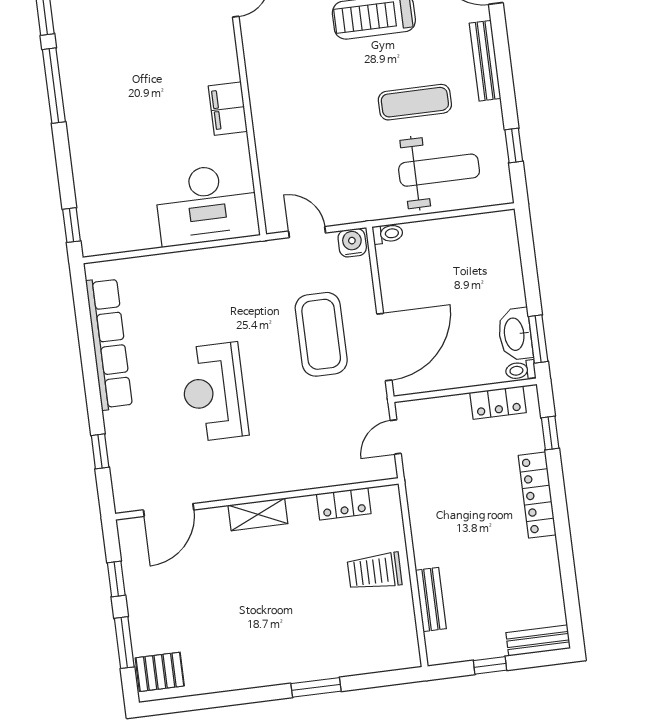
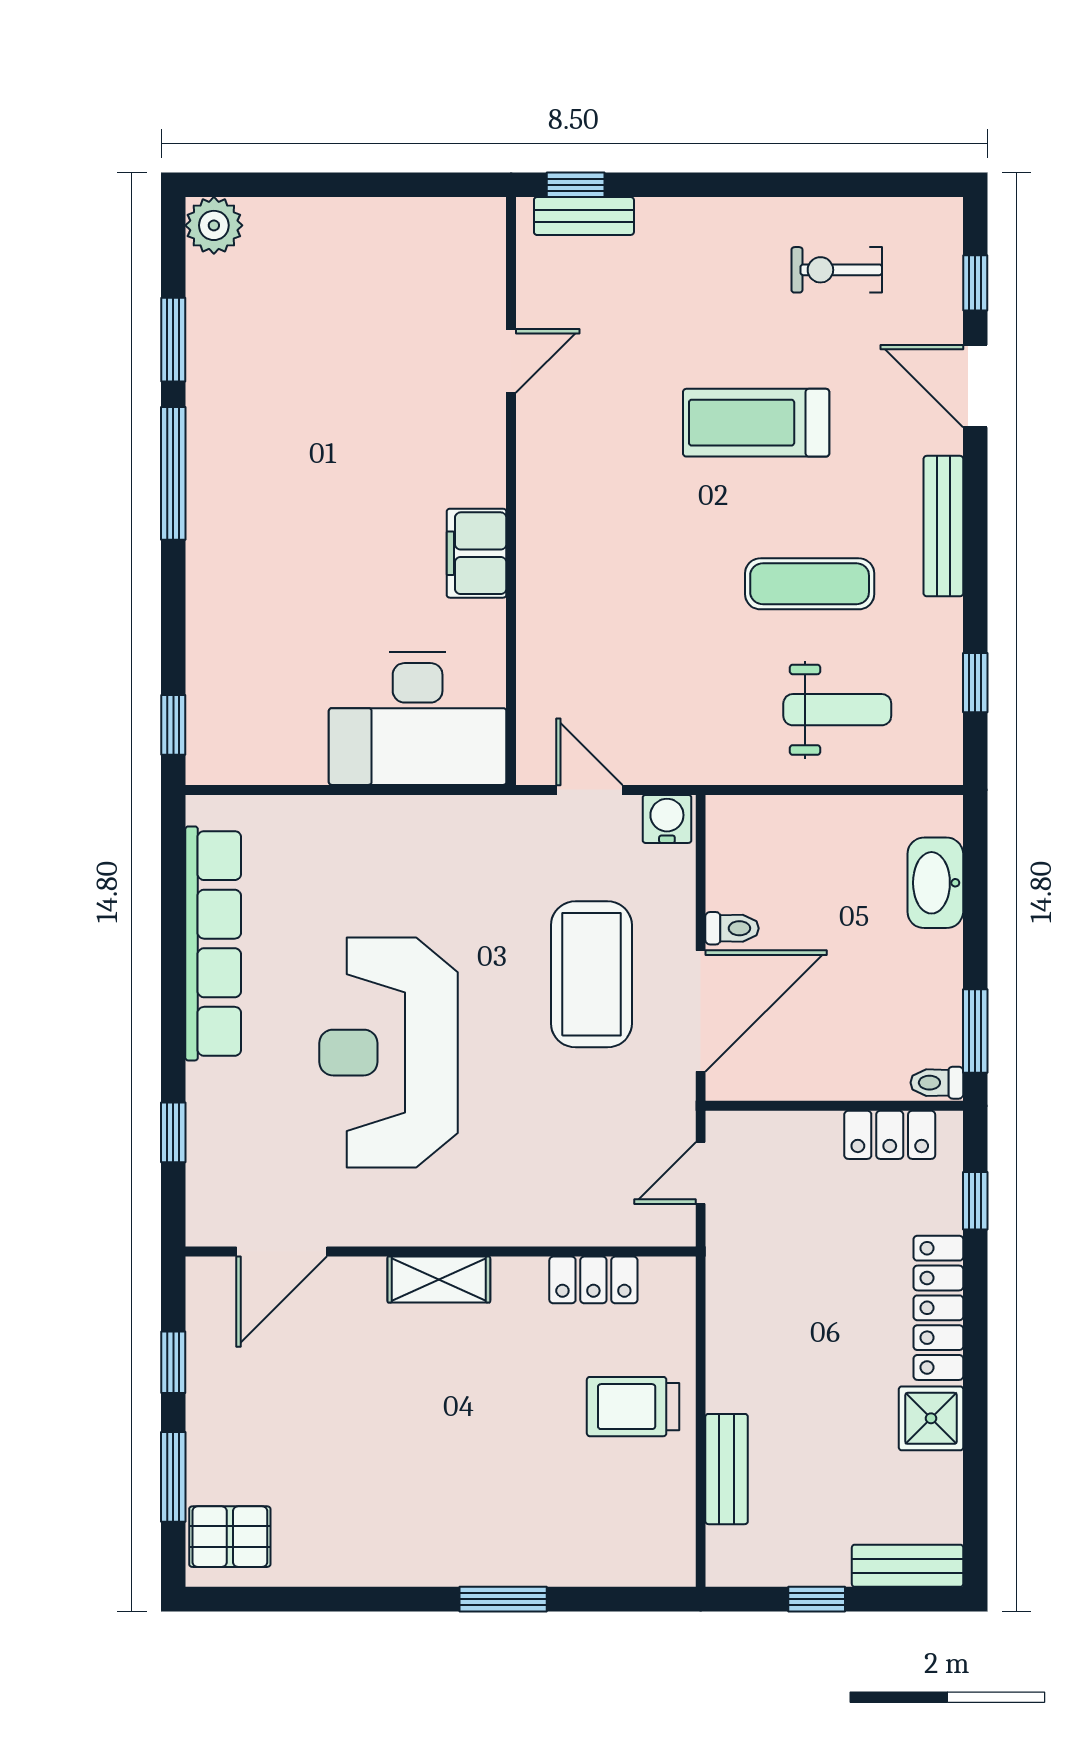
weight bench: (439, 170) -> (837, 710), width x0.73, depth x0.75
toilet: (388, 234) -> (732, 928), moved
washbasin: (515, 334) -> (935, 883), moved
reception desk: (214, 392) -> (388, 1053), width x1.36, depth x1.30
shower: (541, 557) -> (931, 1418), added

